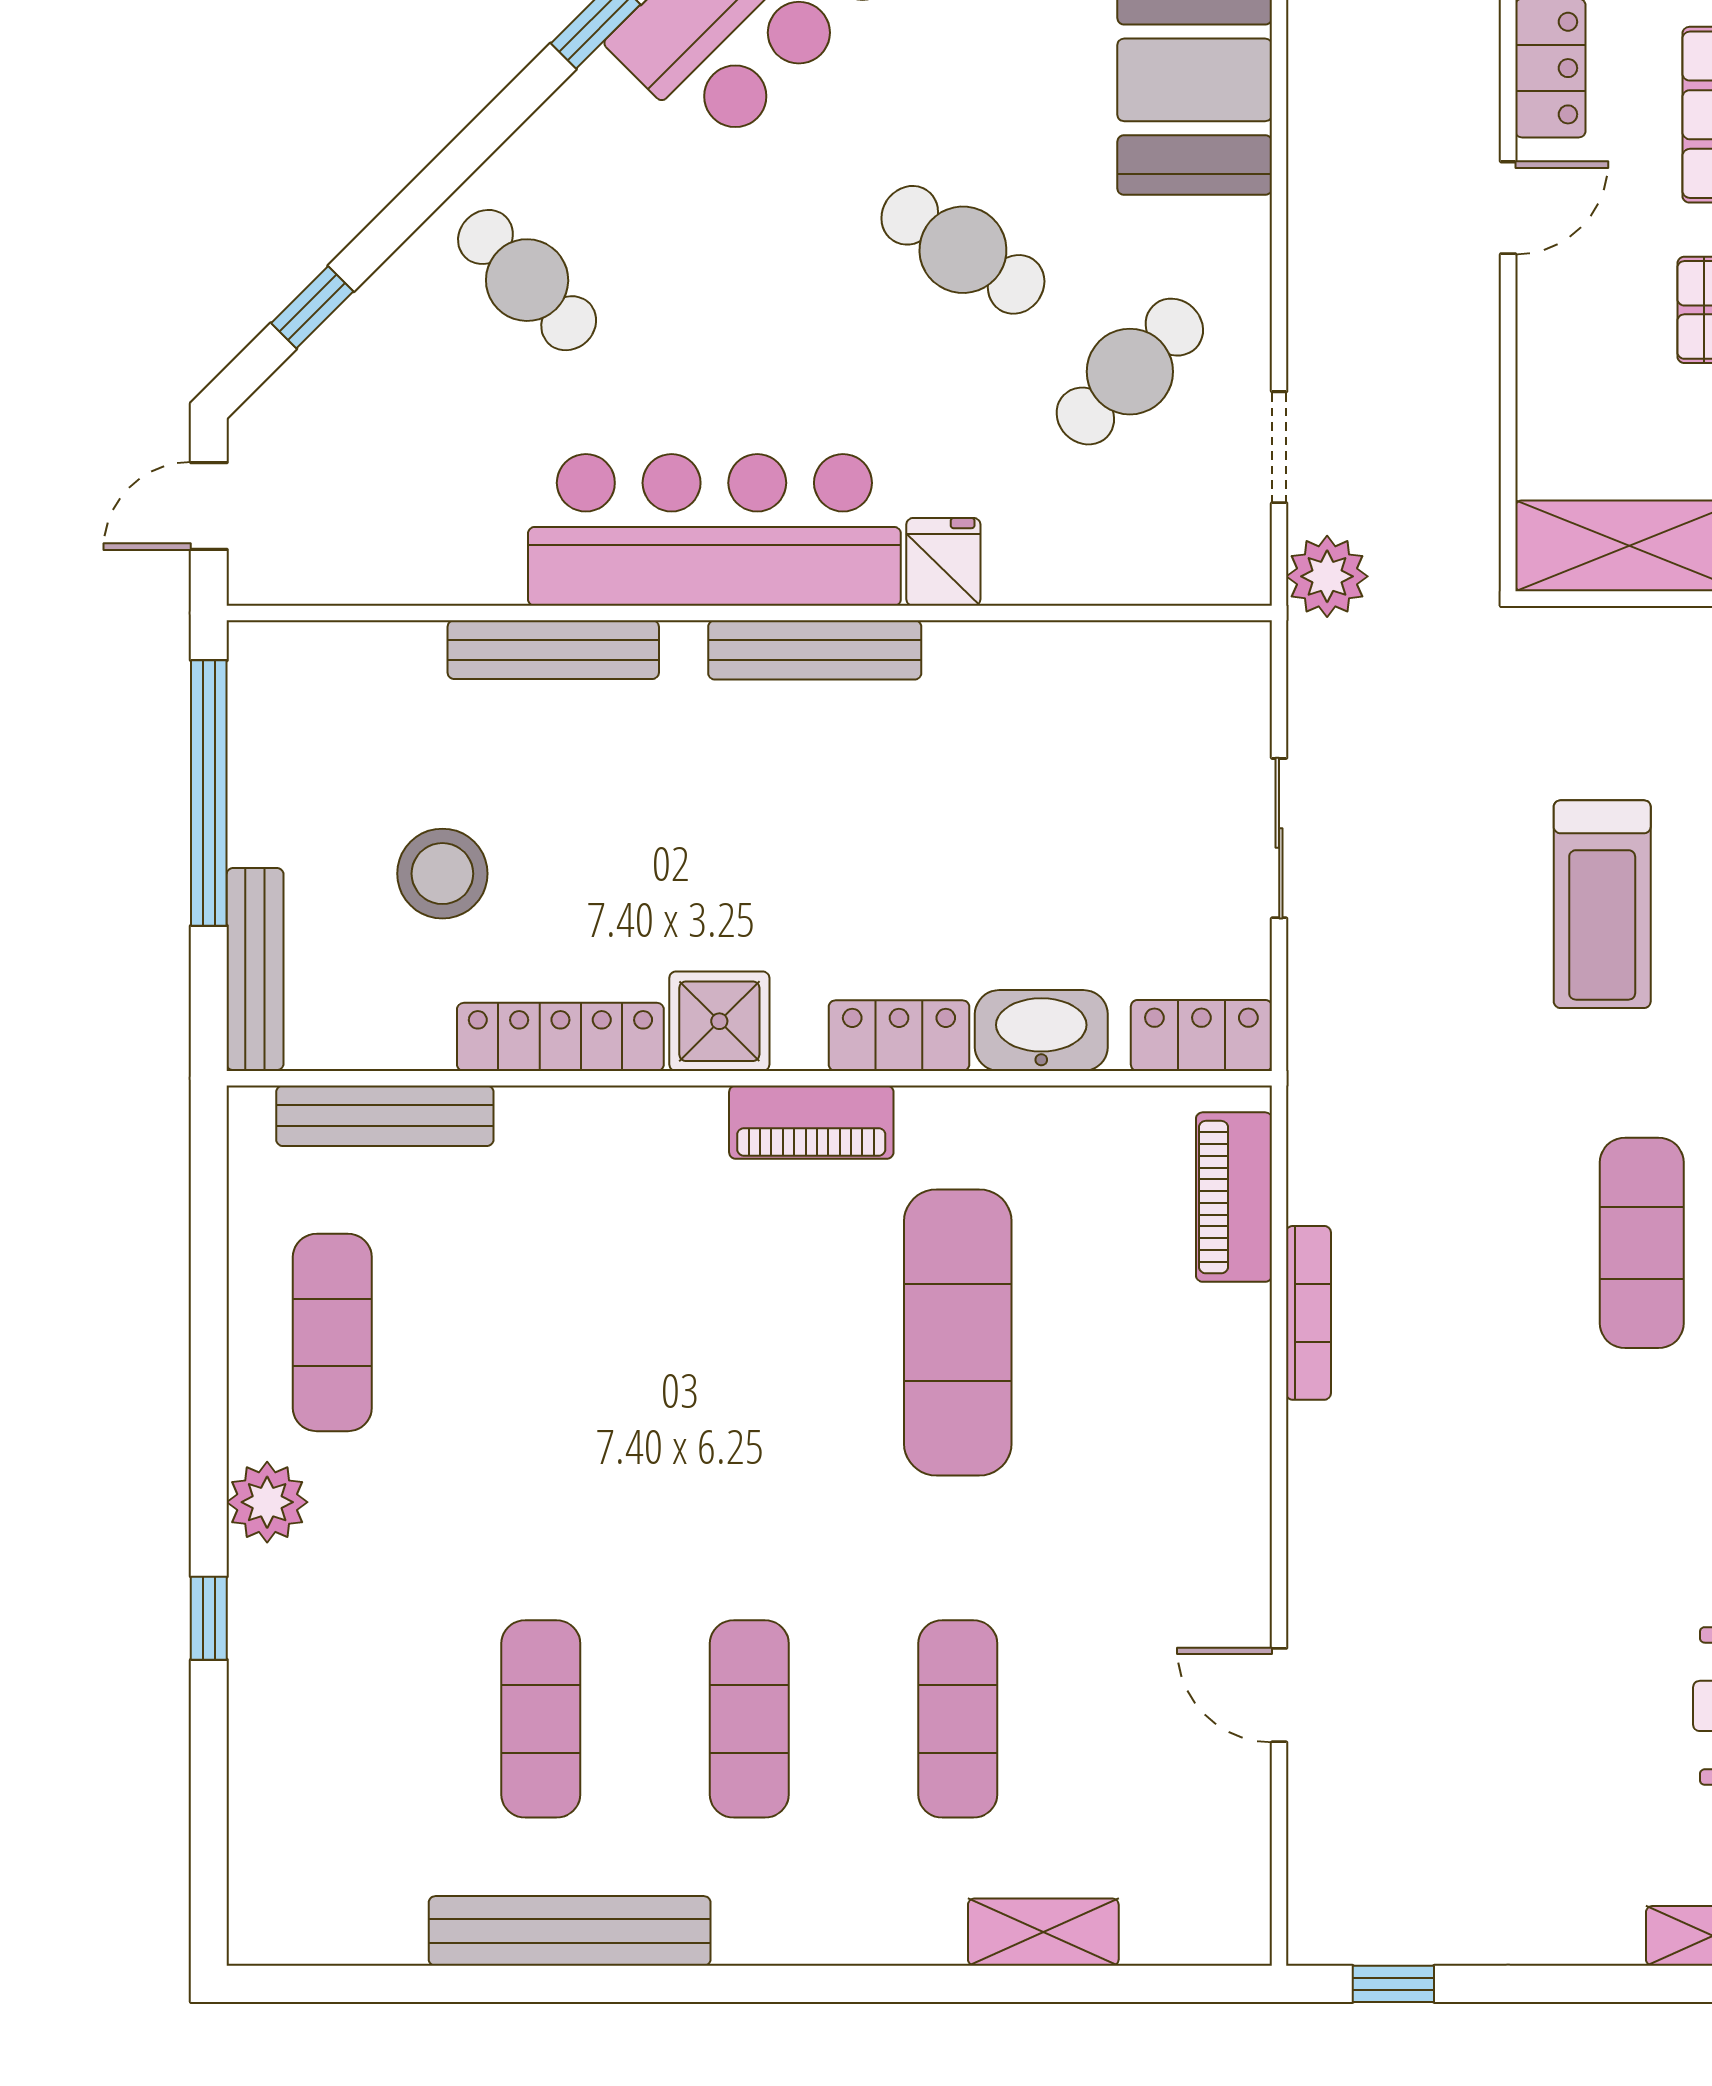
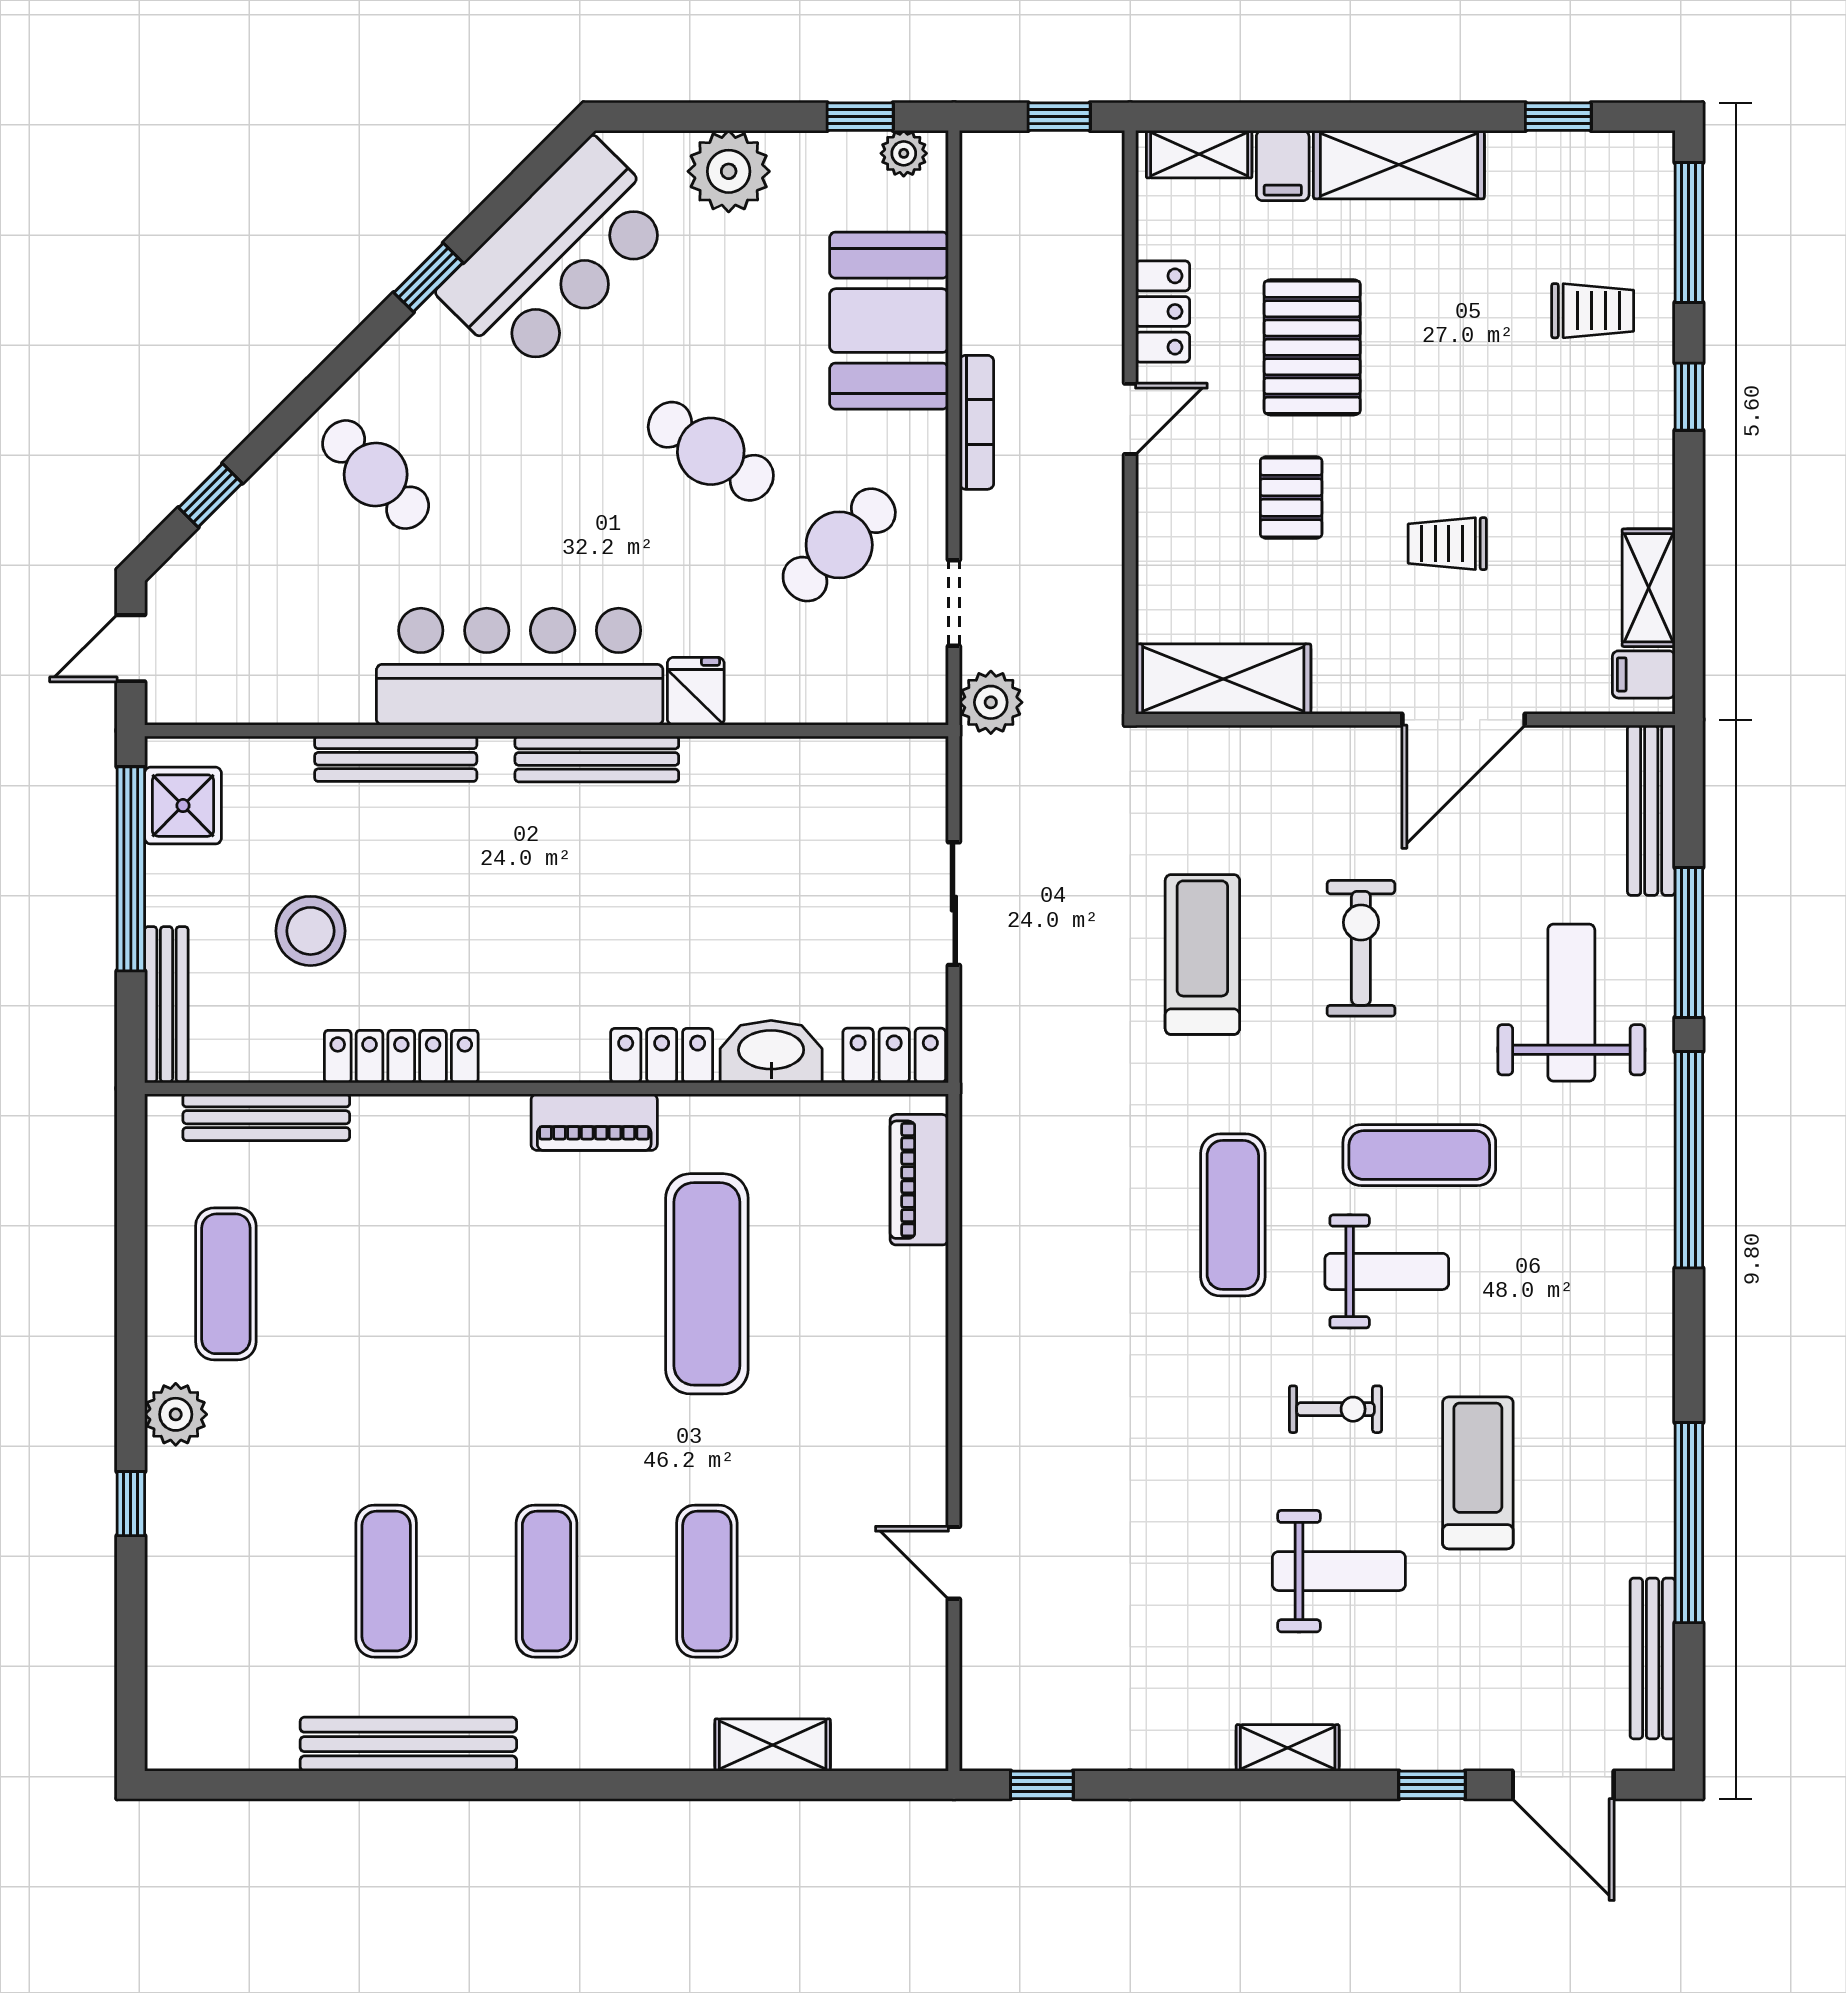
treadmill: (1602, 904) -> (1202, 954), turned 180
shower: (719, 1021) -> (183, 806), moved
bookcase: (1308, 1313) -> (977, 422), moved

